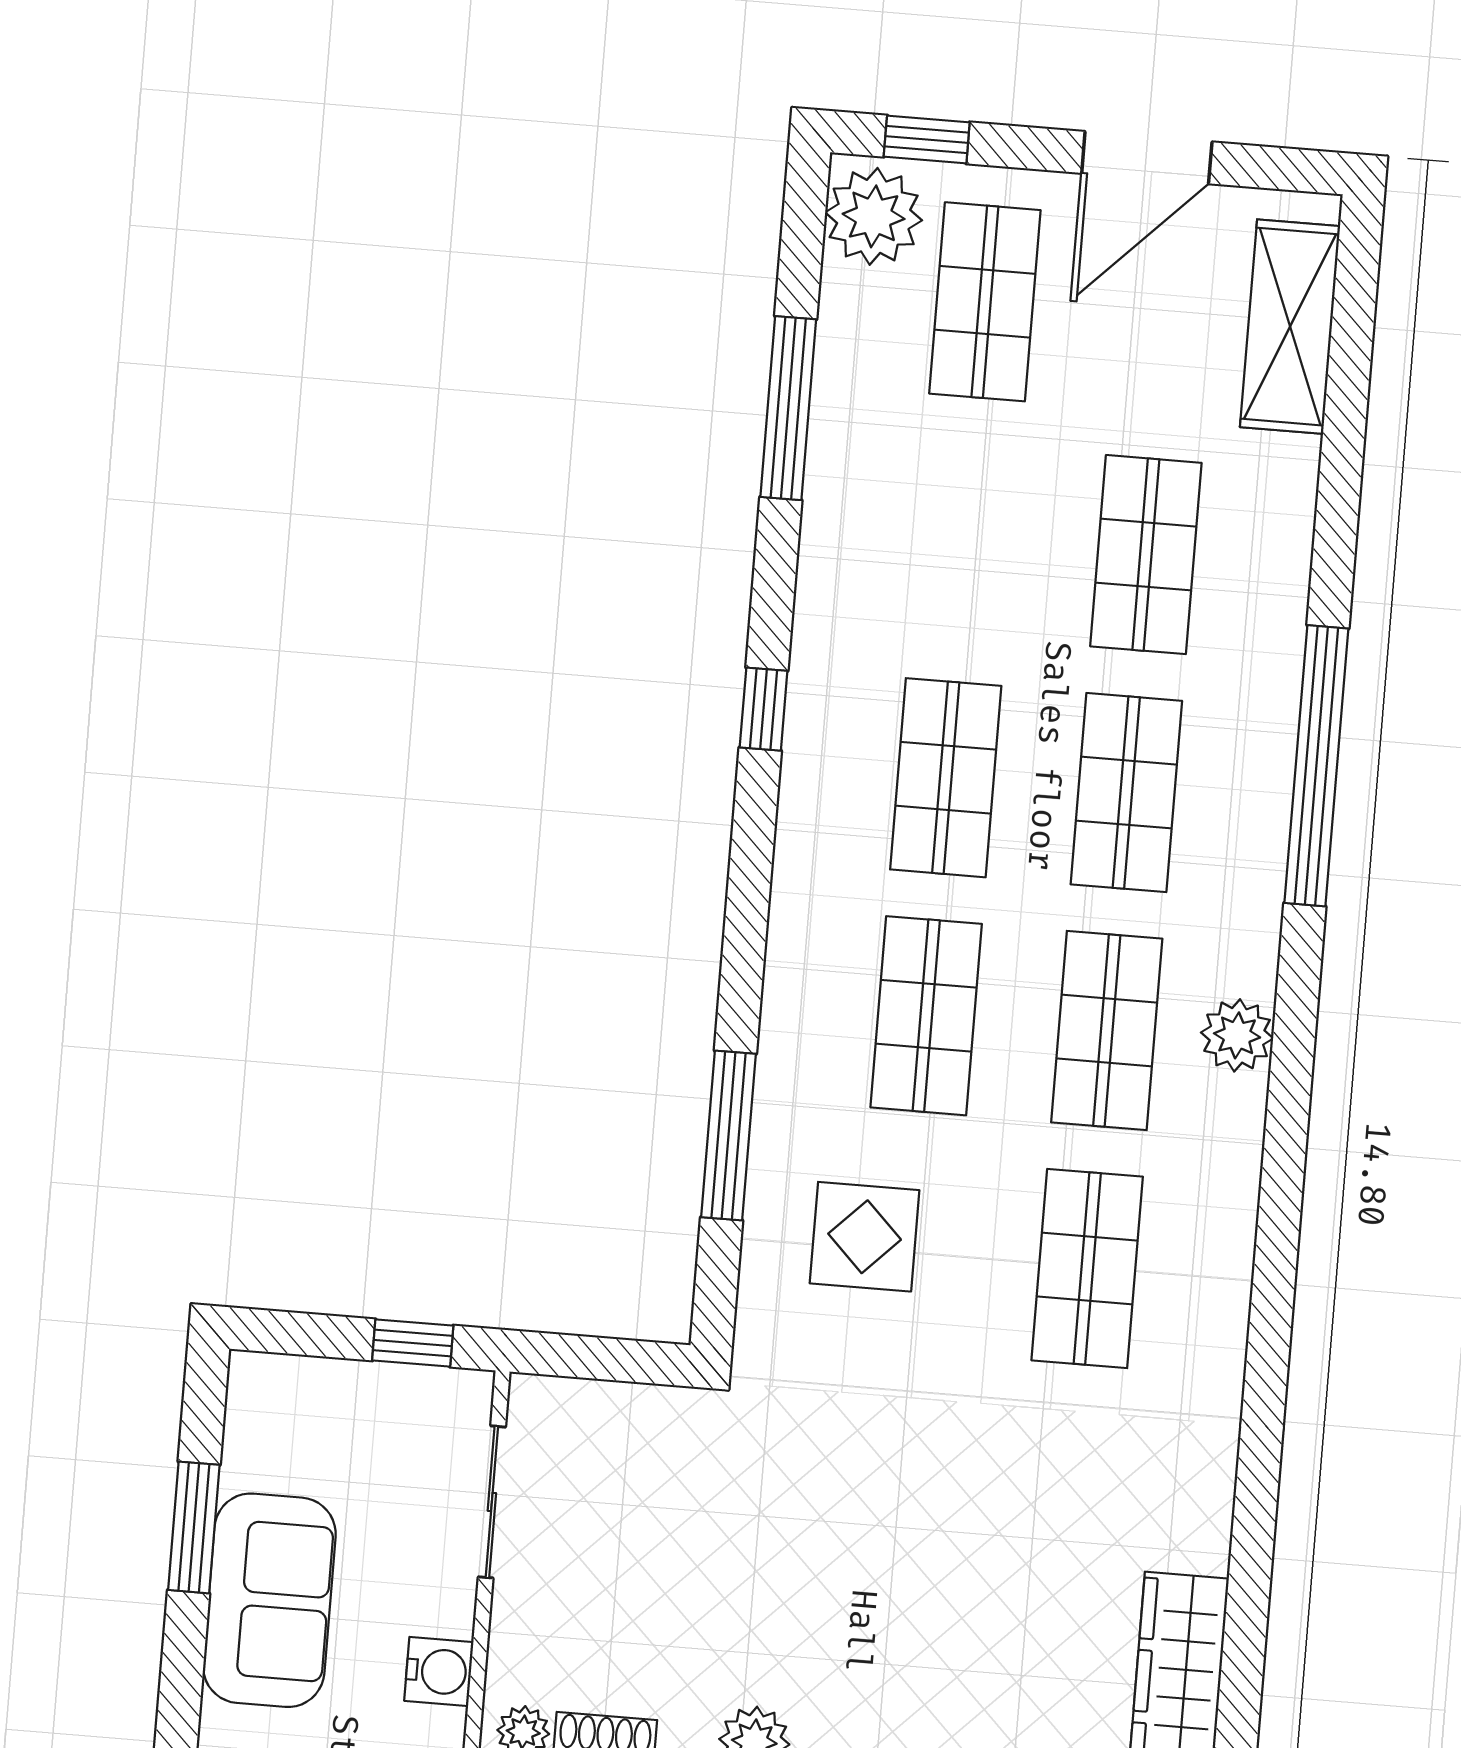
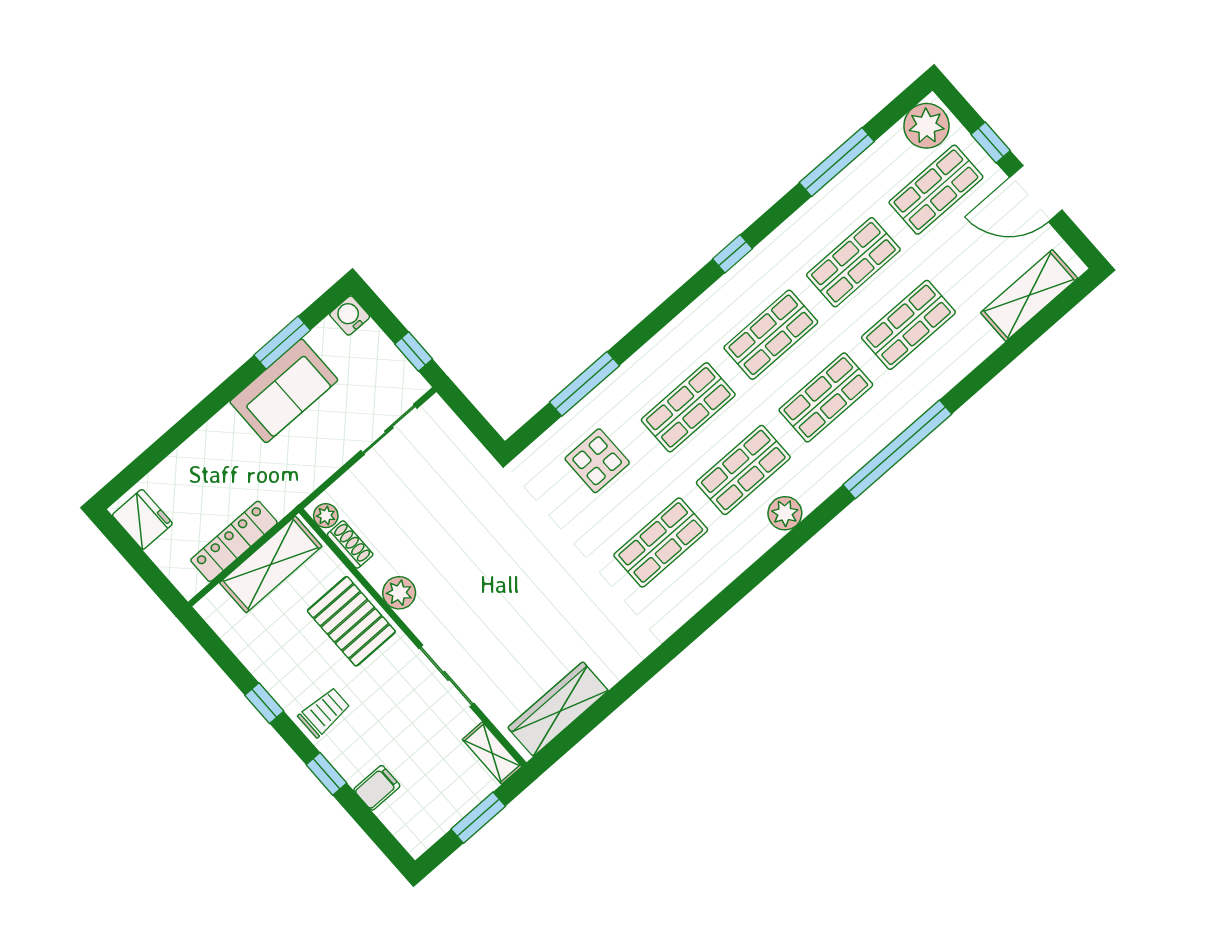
window: (927, 139) -> (991, 142), moved
shop shelf: (965, 540) -> (853, 262), added
water cooler: (439, 1671) -> (350, 316), moved, turned 180

